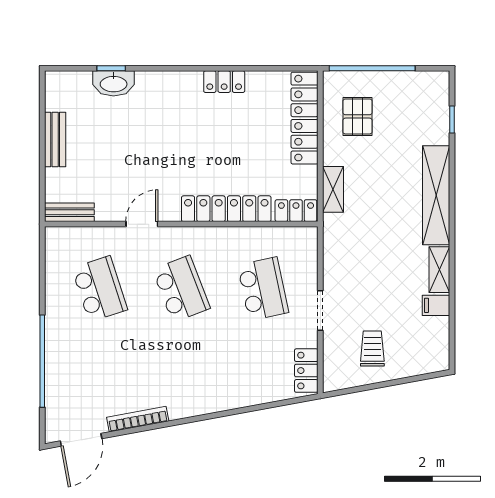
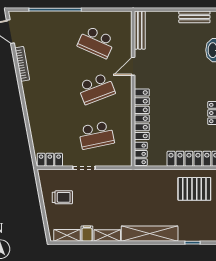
pallet: (358, 116) -> (194, 189), width x1.50, depth x1.42
bench: (55, 139) -> (194, 17), moved
shelving: (333, 189) -> (67, 235), moved
bench: (69, 212) -> (140, 30), width x1.36
door: (142, 224) -> (133, 66), swing flipped
school desk: (100, 289) -> (96, 42), turned 42

